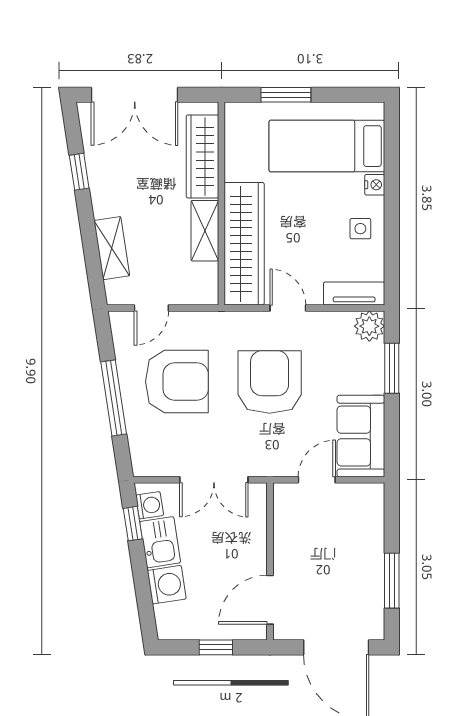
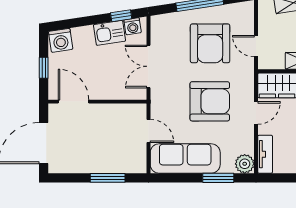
door: (151, 308) -> (256, 46), moved
sofa: (361, 436) -> (185, 158), width x1.36
window: (392, 581) -> (108, 178), moved
washing machine: (167, 585) -> (61, 40), moved

